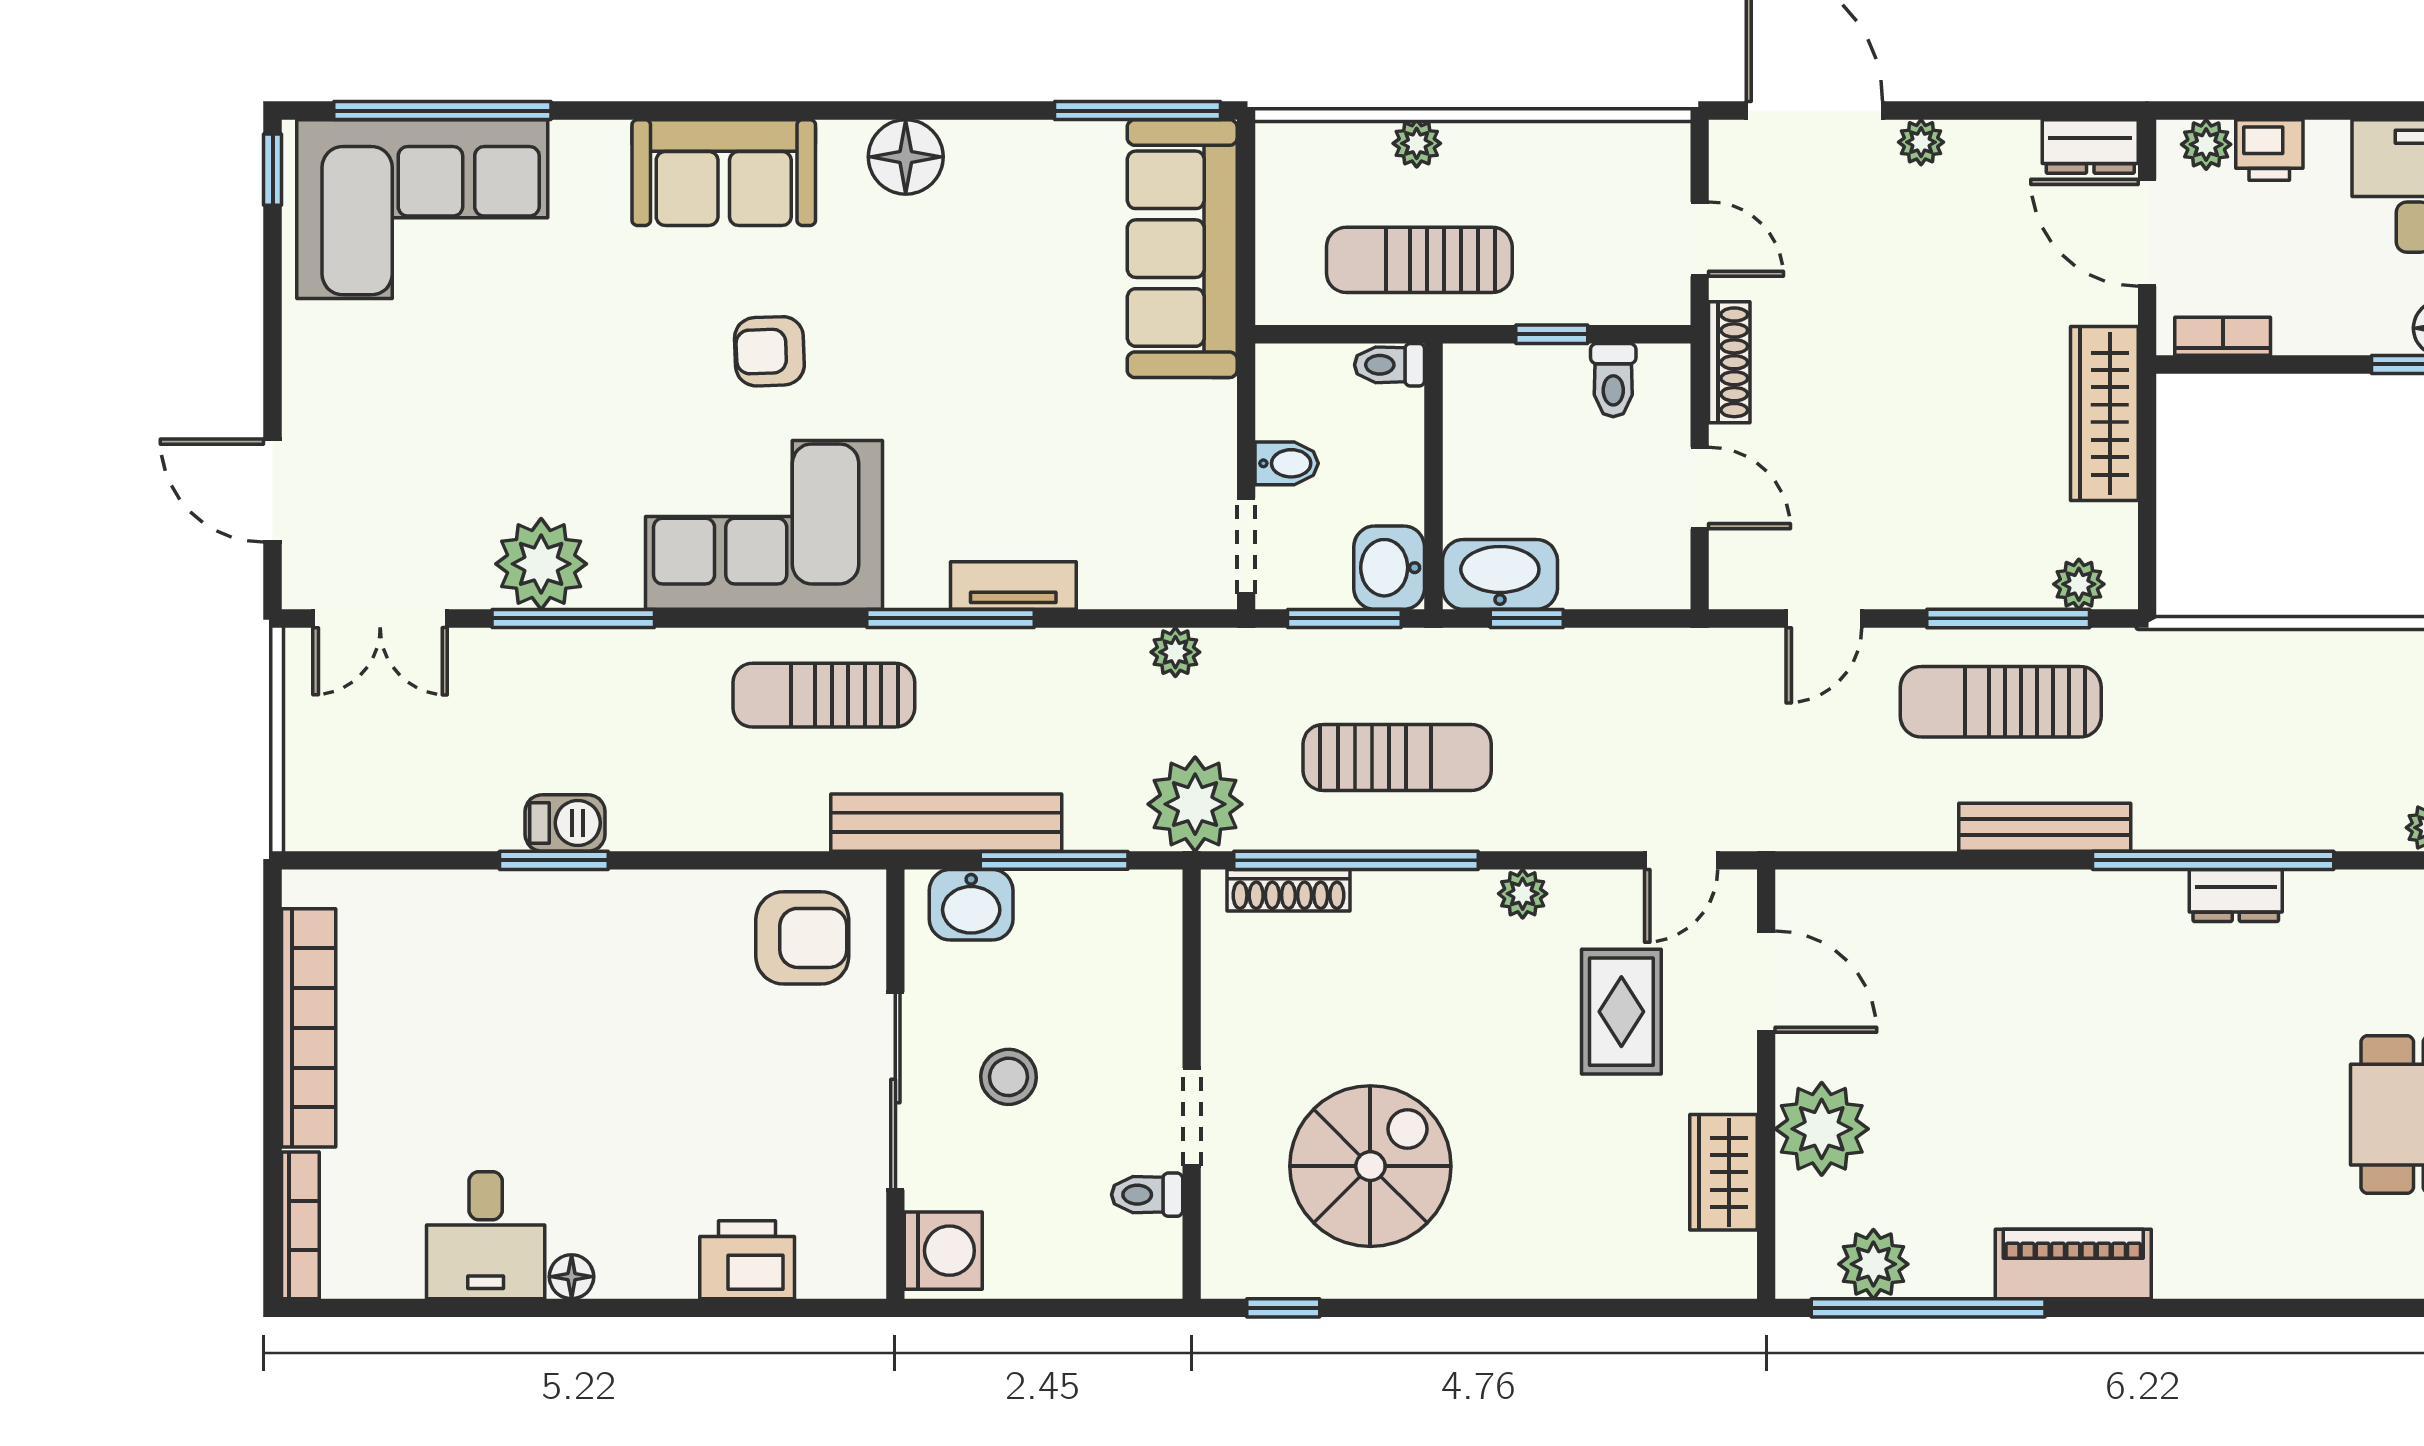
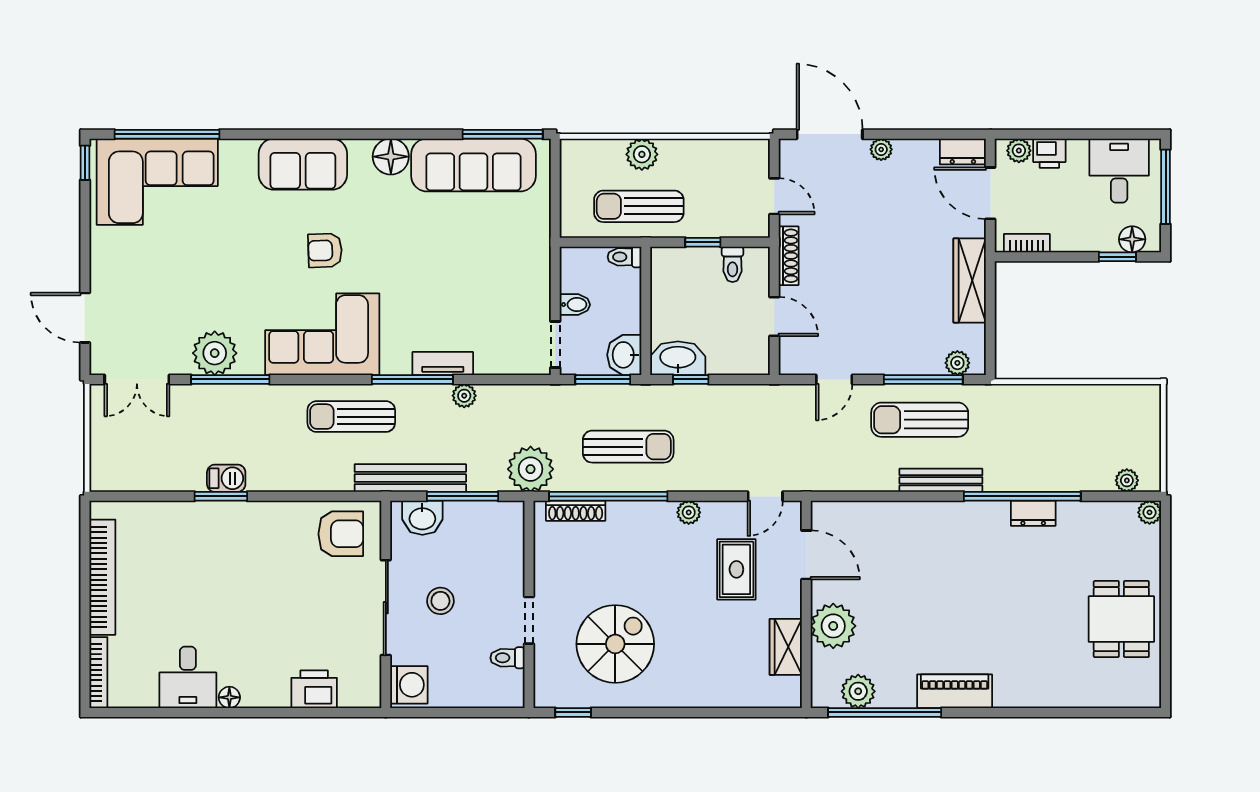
plant: (1417, 143) -> (642, 154), width x1.38, depth x1.38
sofa: (1182, 249) -> (473, 165), moved, turned -90
plant: (1175, 652) -> (464, 396), moved

